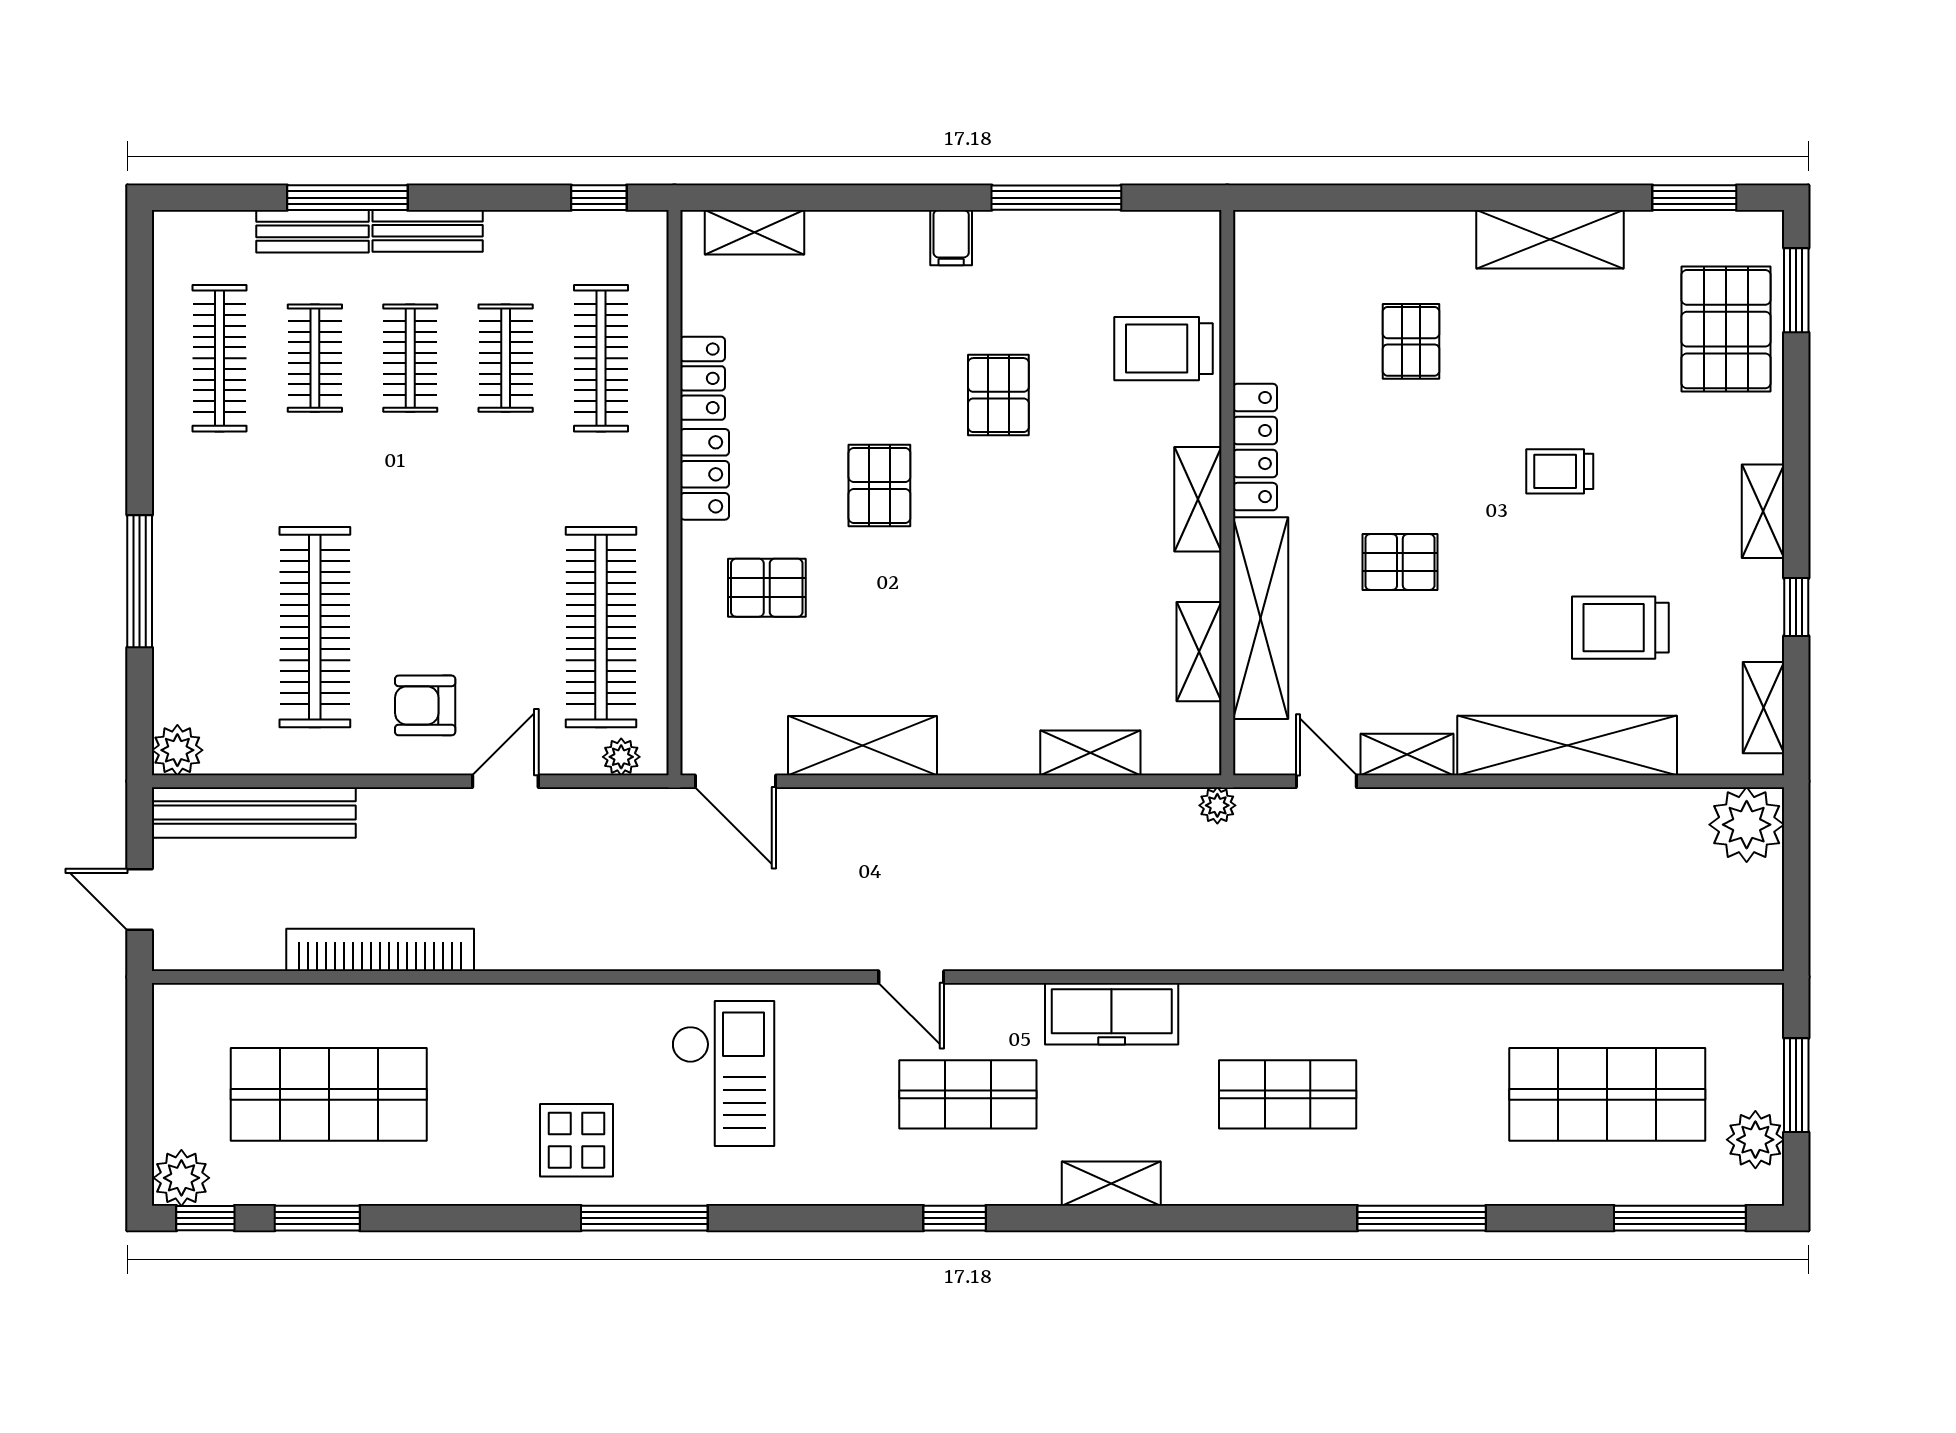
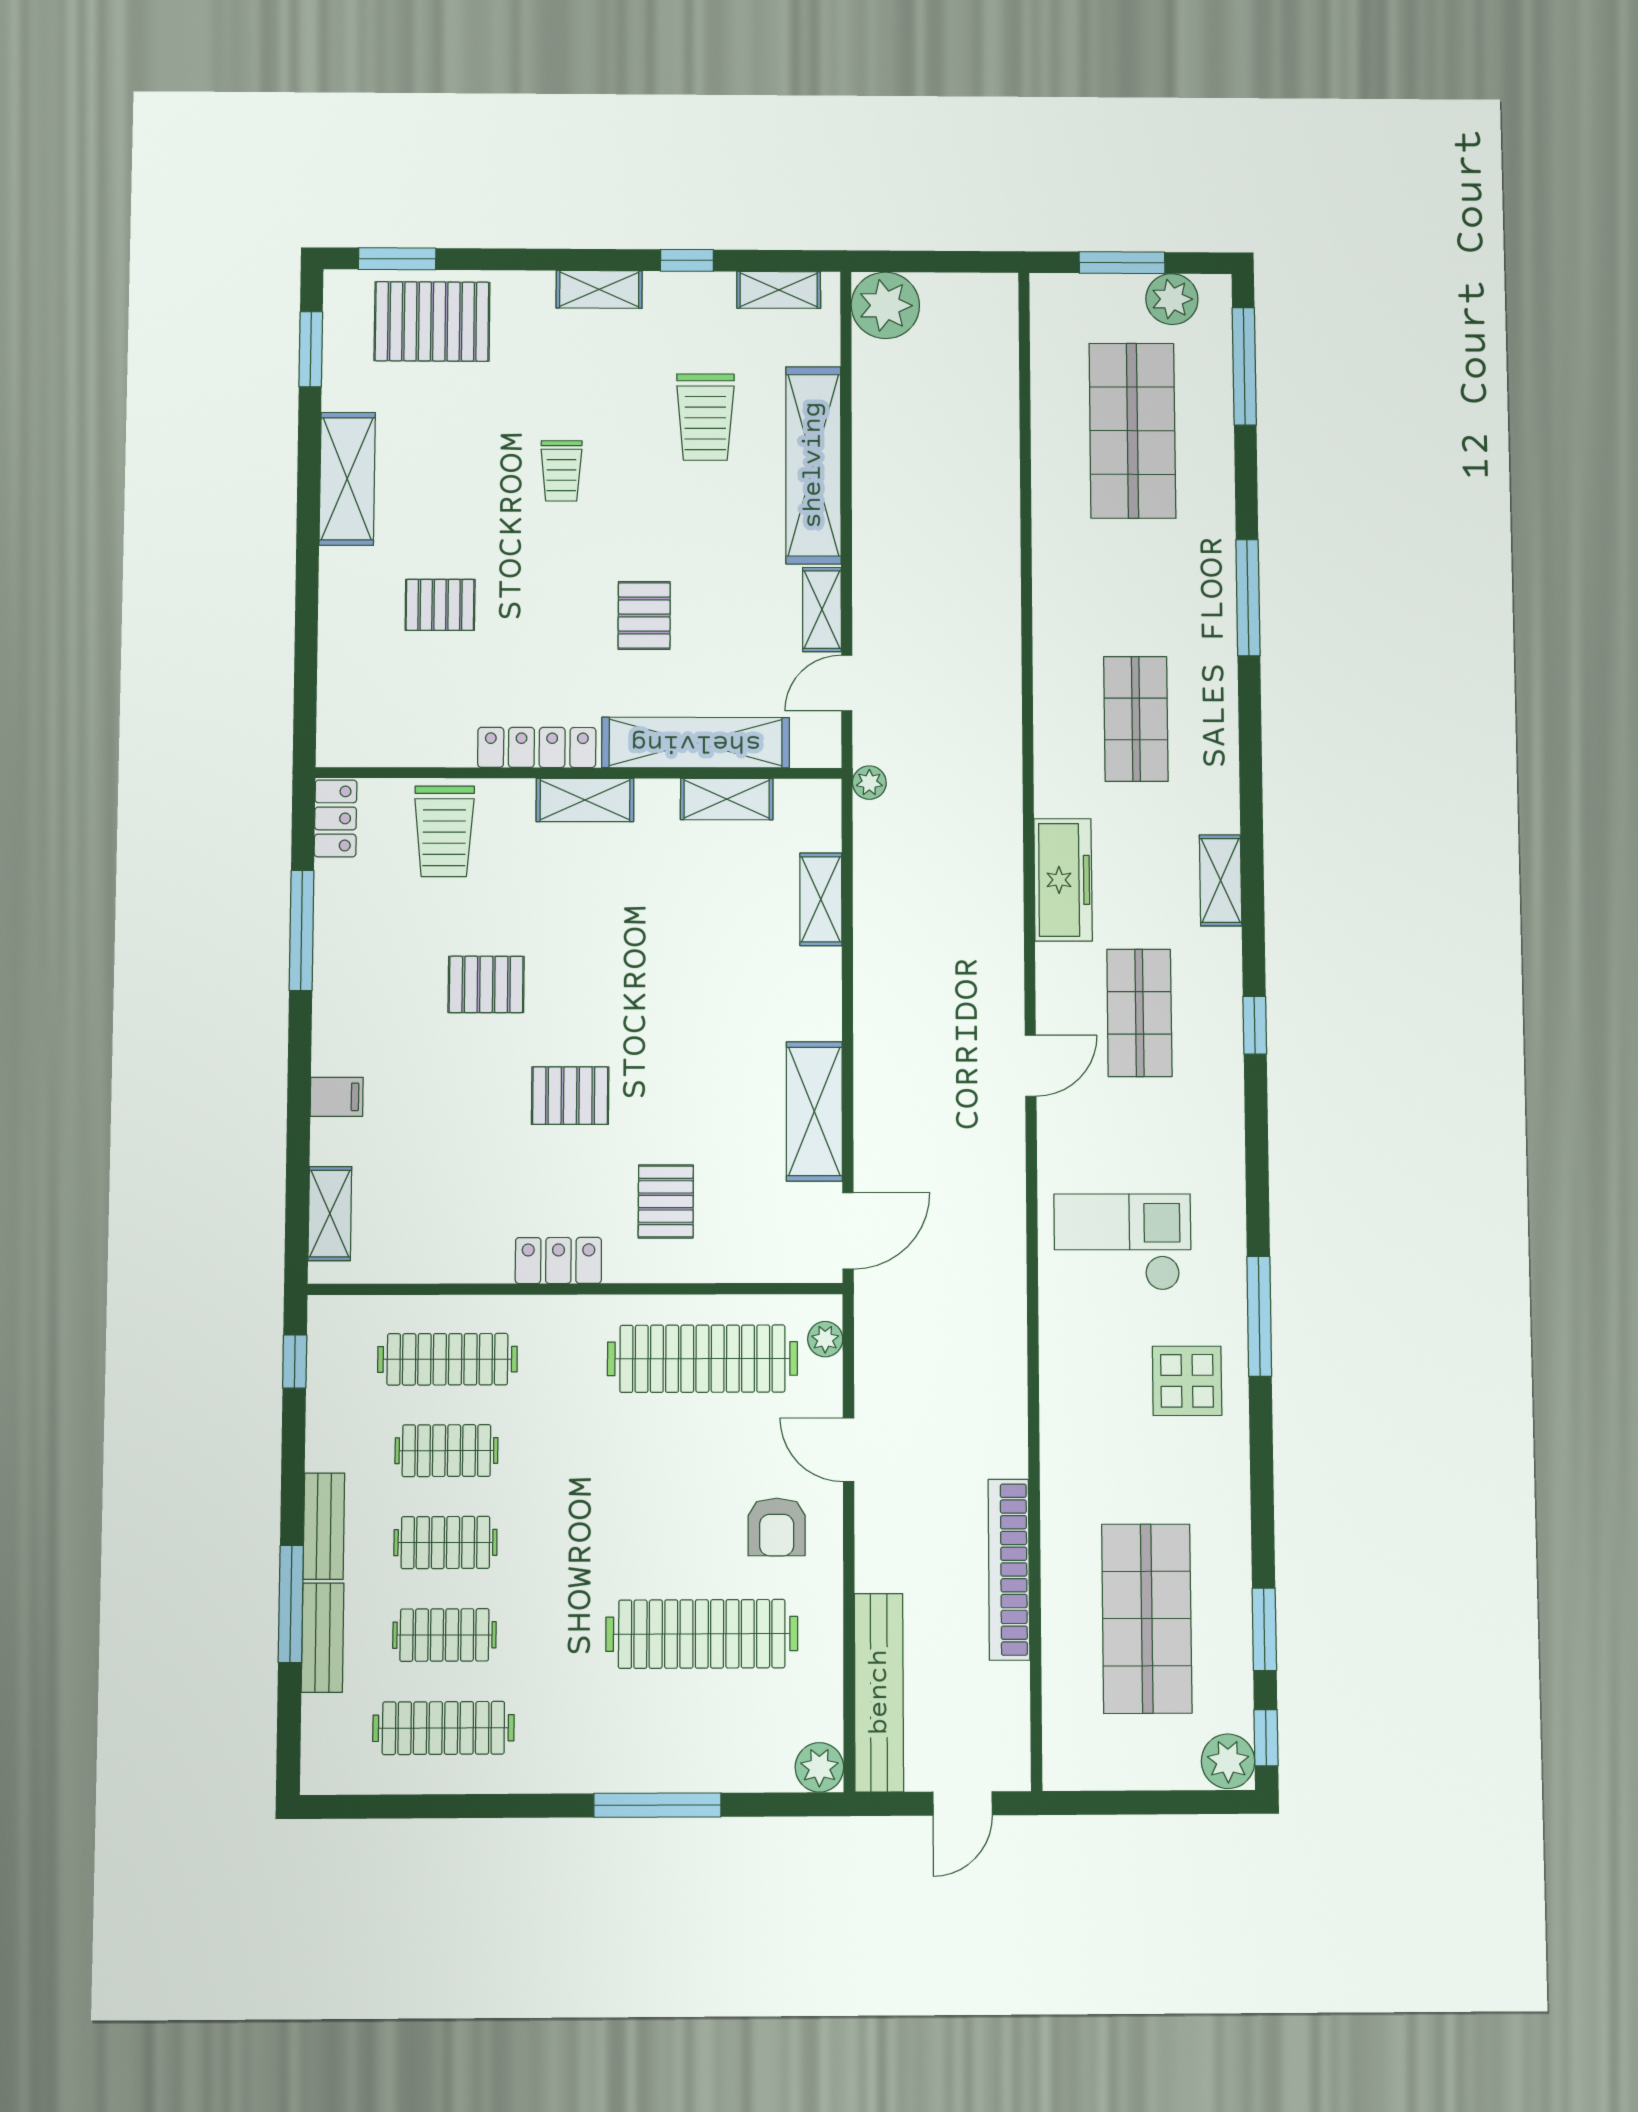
filing cabinet: (951, 238) -> (337, 1097), moved
locker: (703, 378) -> (336, 818), moved, turned 90

